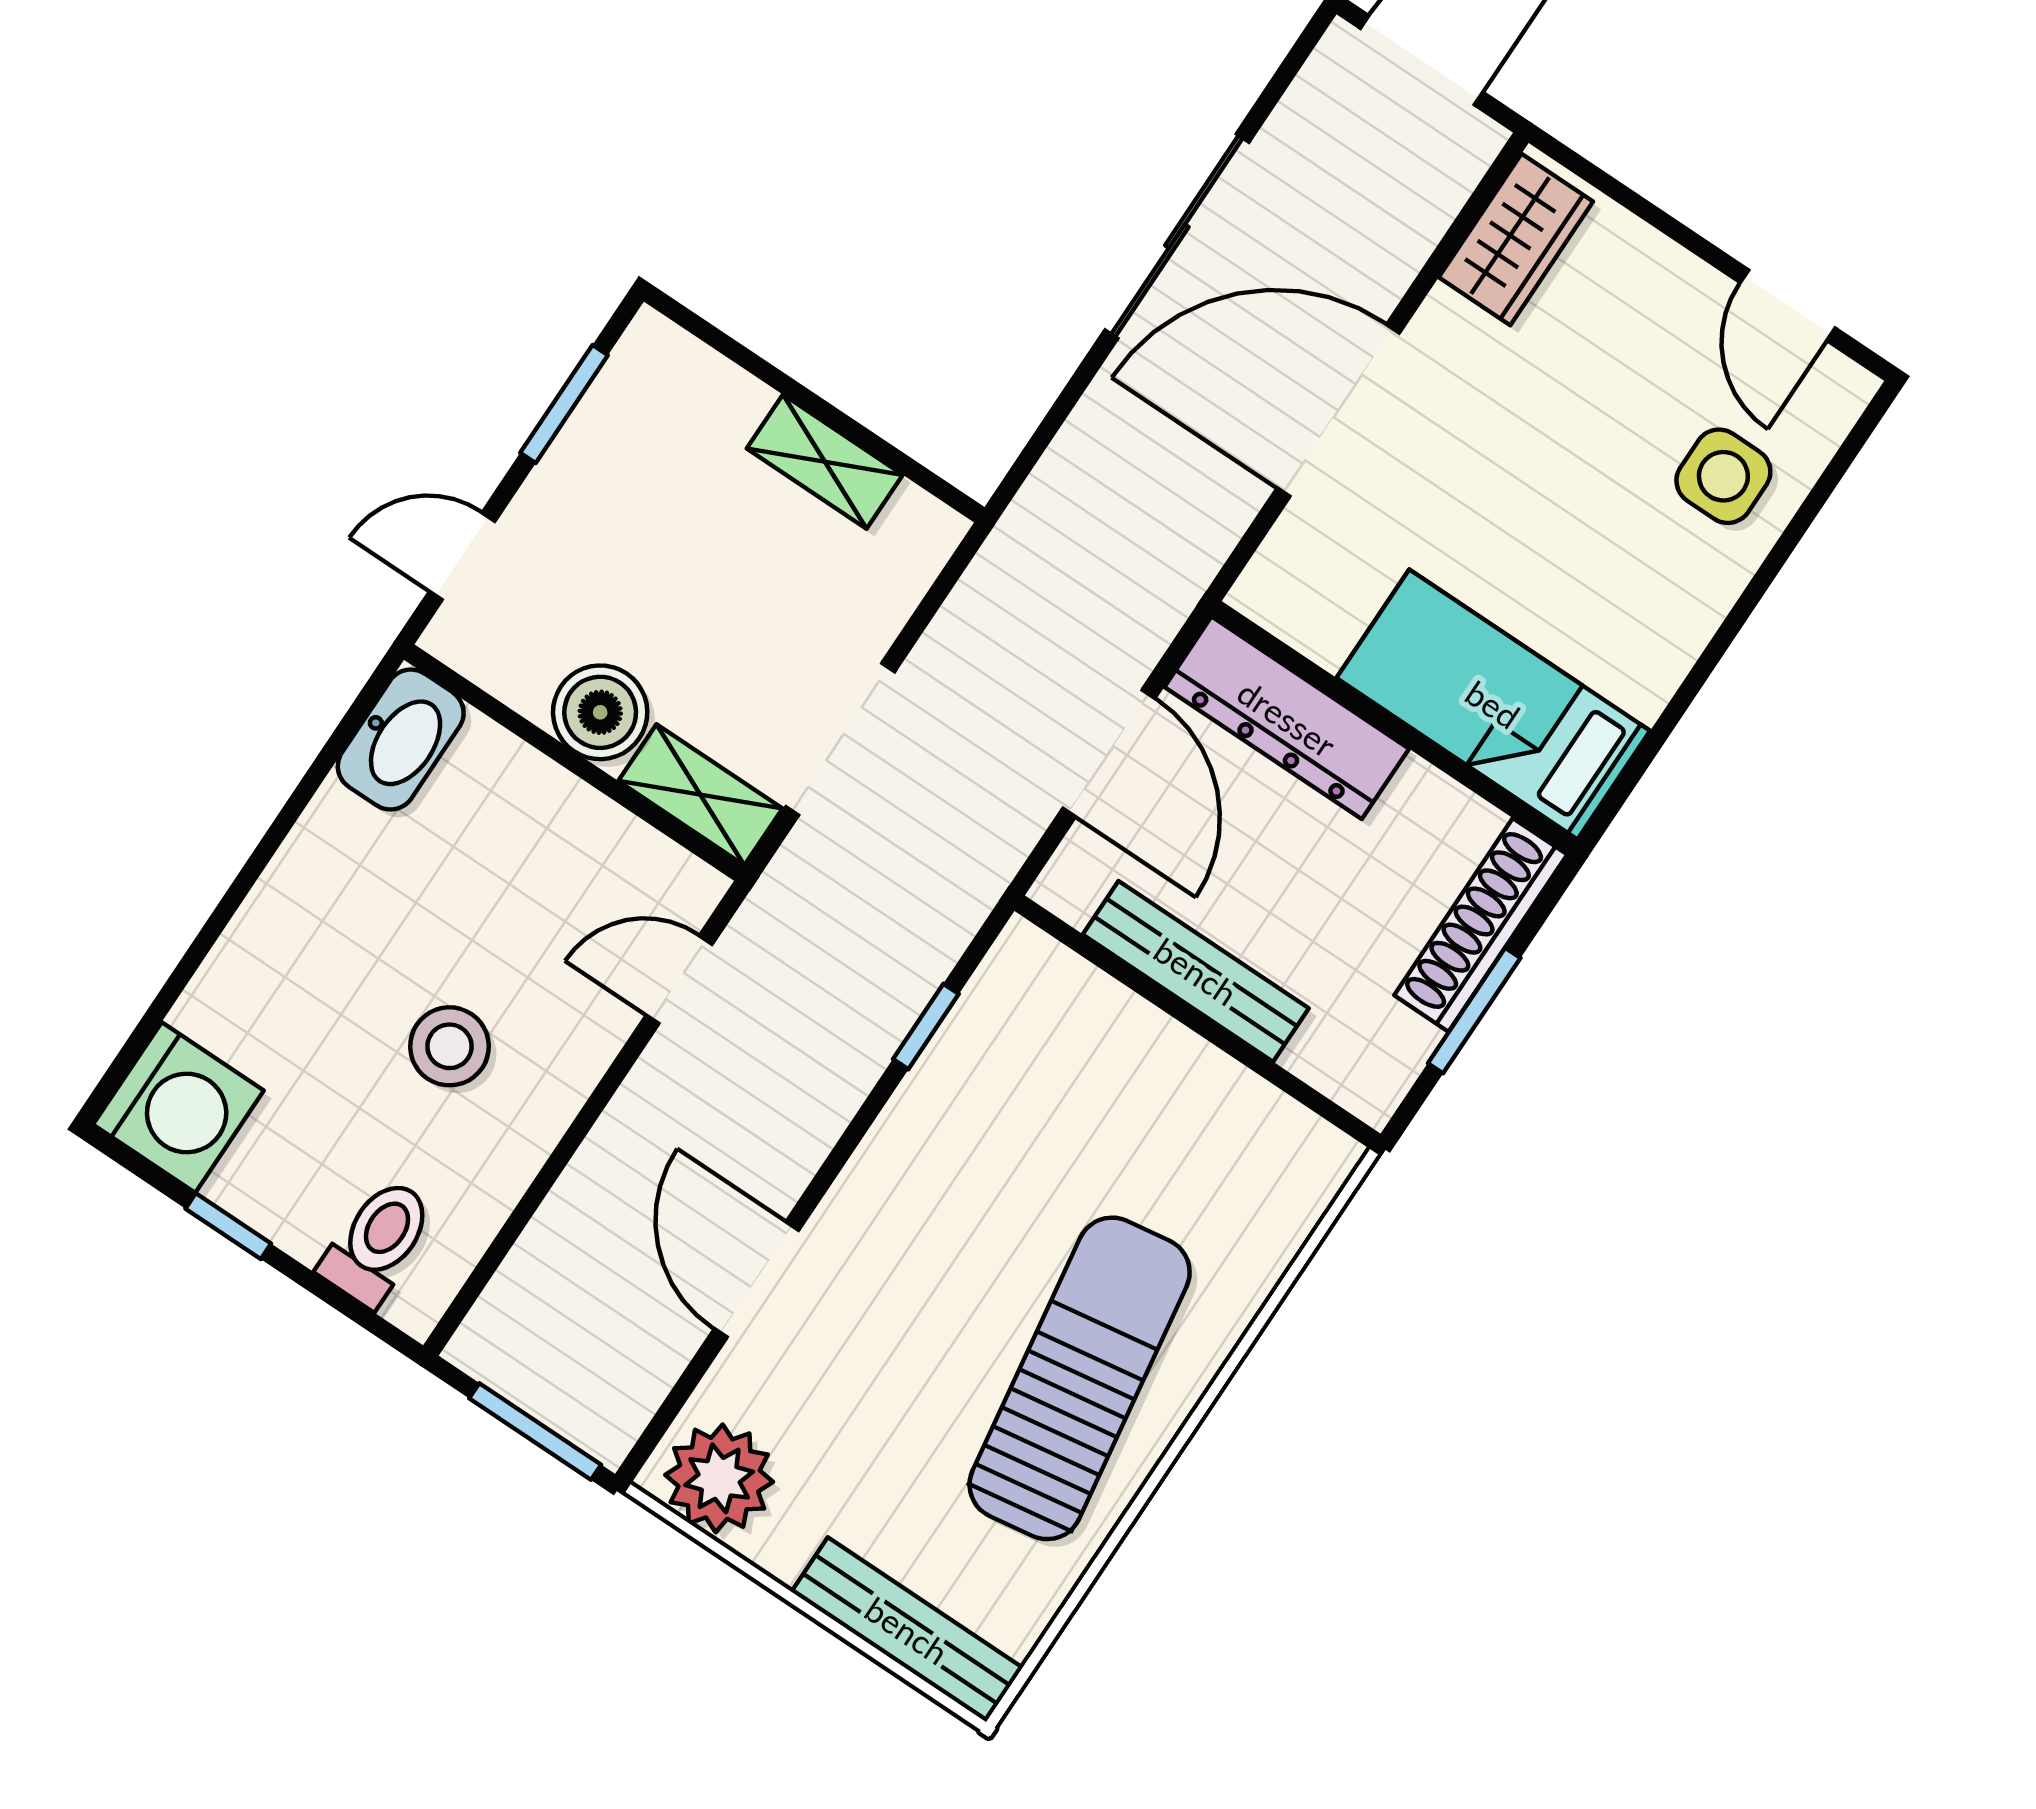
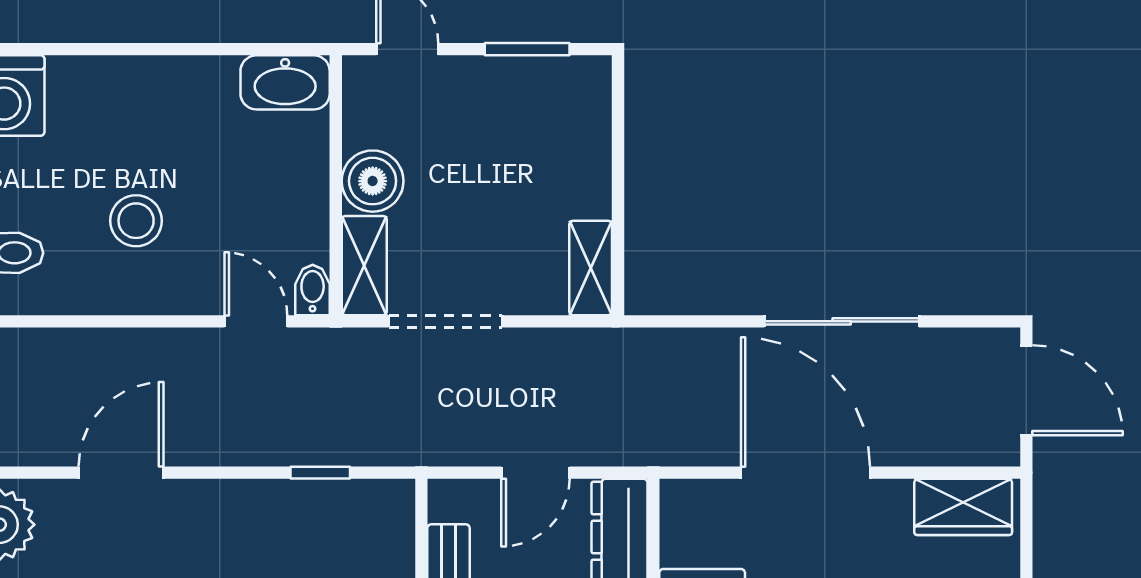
shelving: (825, 462) -> (591, 268), moved
door: (1109, 753) -> (535, 473), width x0.73
bidet: (688, 881) -> (313, 290), added

